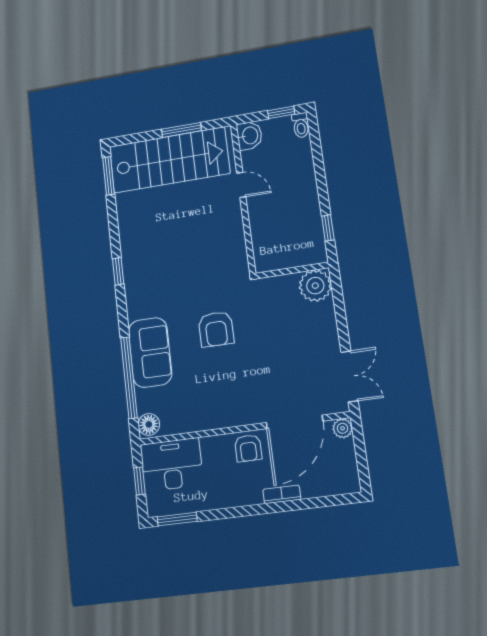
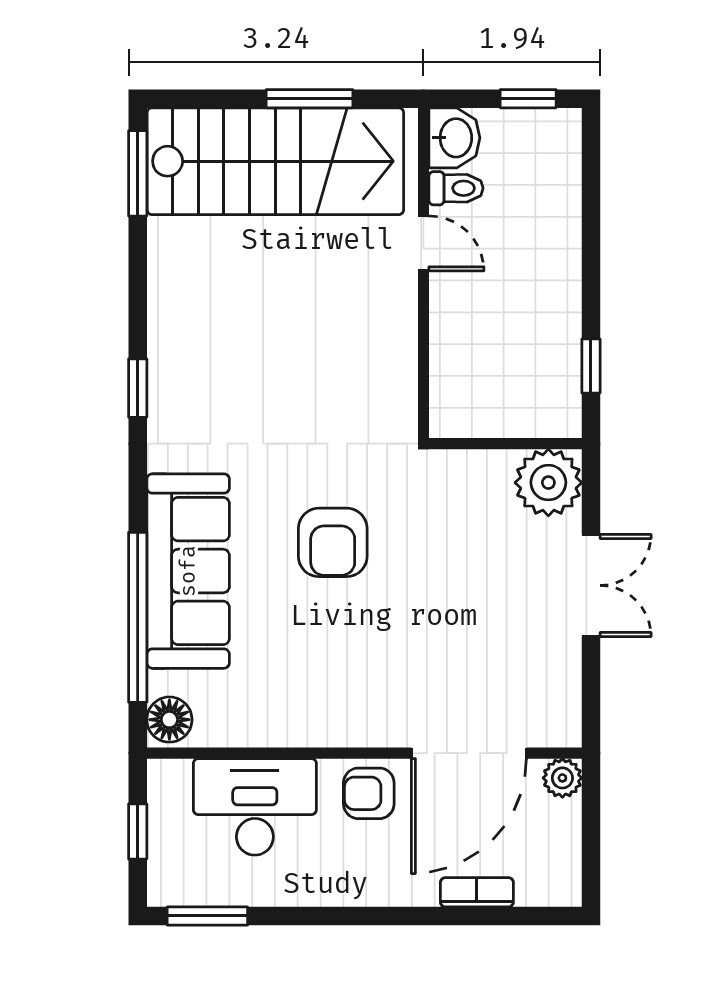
toilet: (301, 125) -> (456, 188), moved, turned -90
sofa: (150, 352) -> (188, 571), width x1.36
double door: (350, 376) -> (591, 585), moved
armchair: (248, 448) -> (369, 793), turned 90
desk: (172, 465) -> (255, 807), moved
bookcase: (282, 494) -> (477, 892), moved

